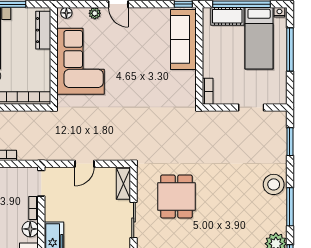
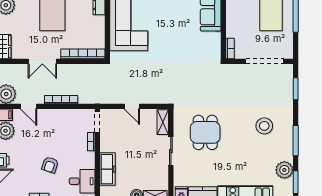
doorway: (251, 107) -> (265, 61), width x1.87
door: (84, 164) -> (132, 106), hinge flipped
stool: (274, 184) -> (264, 126), moved
floor lamp: (30, 229) -> (89, 158), removed

